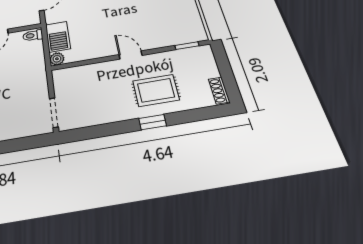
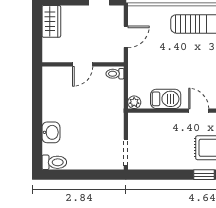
barbecue: (58, 37) -> (166, 99), moved, turned -90

